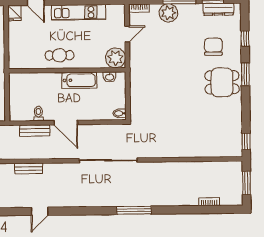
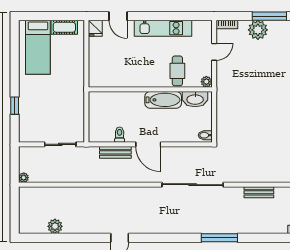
cafe table: (59, 55) -> (177, 71), moved, turned 90
plant: (115, 58) -> (206, 82), width x0.53, depth x0.53
washbasin: (110, 77) -> (195, 99), width x1.91, depth x1.45
bench: (29, 168) -> (259, 192), moved

